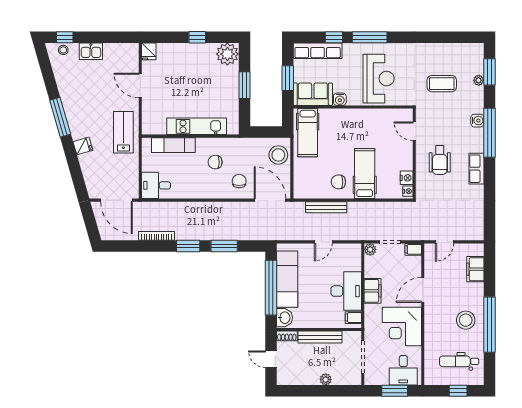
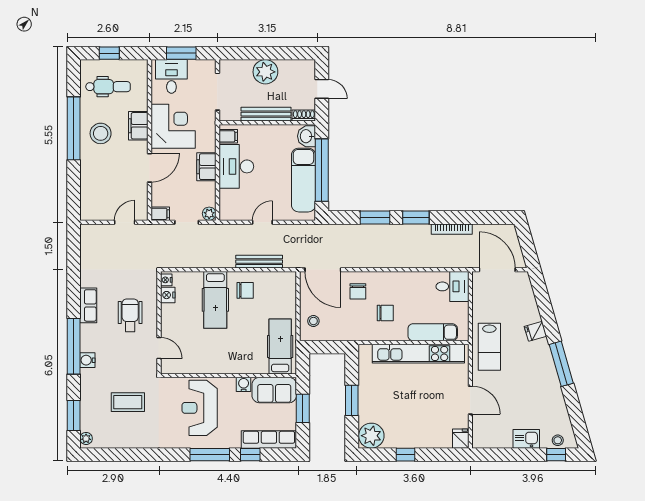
plant: (479, 80) -> (86, 438), moved
kitchen unit: (197, 126) -> (418, 354), width x1.36
stool: (278, 155) -> (313, 321), width x0.53, depth x0.53
filing cabinet: (475, 269) -> (138, 126), moved, turned 180
plant: (326, 379) -> (265, 72), width x1.88, depth x1.88

